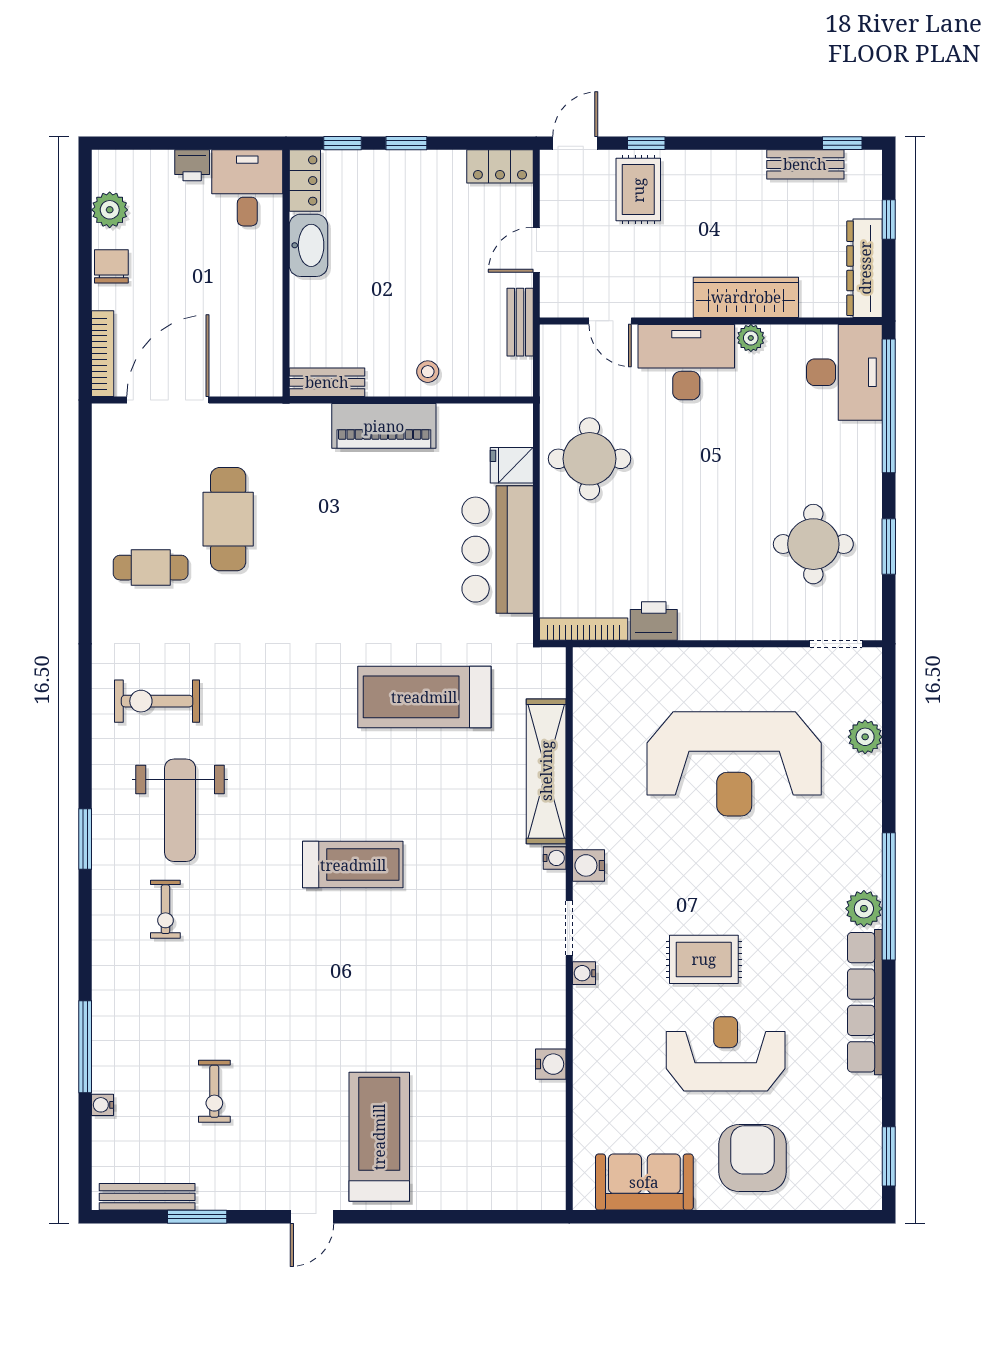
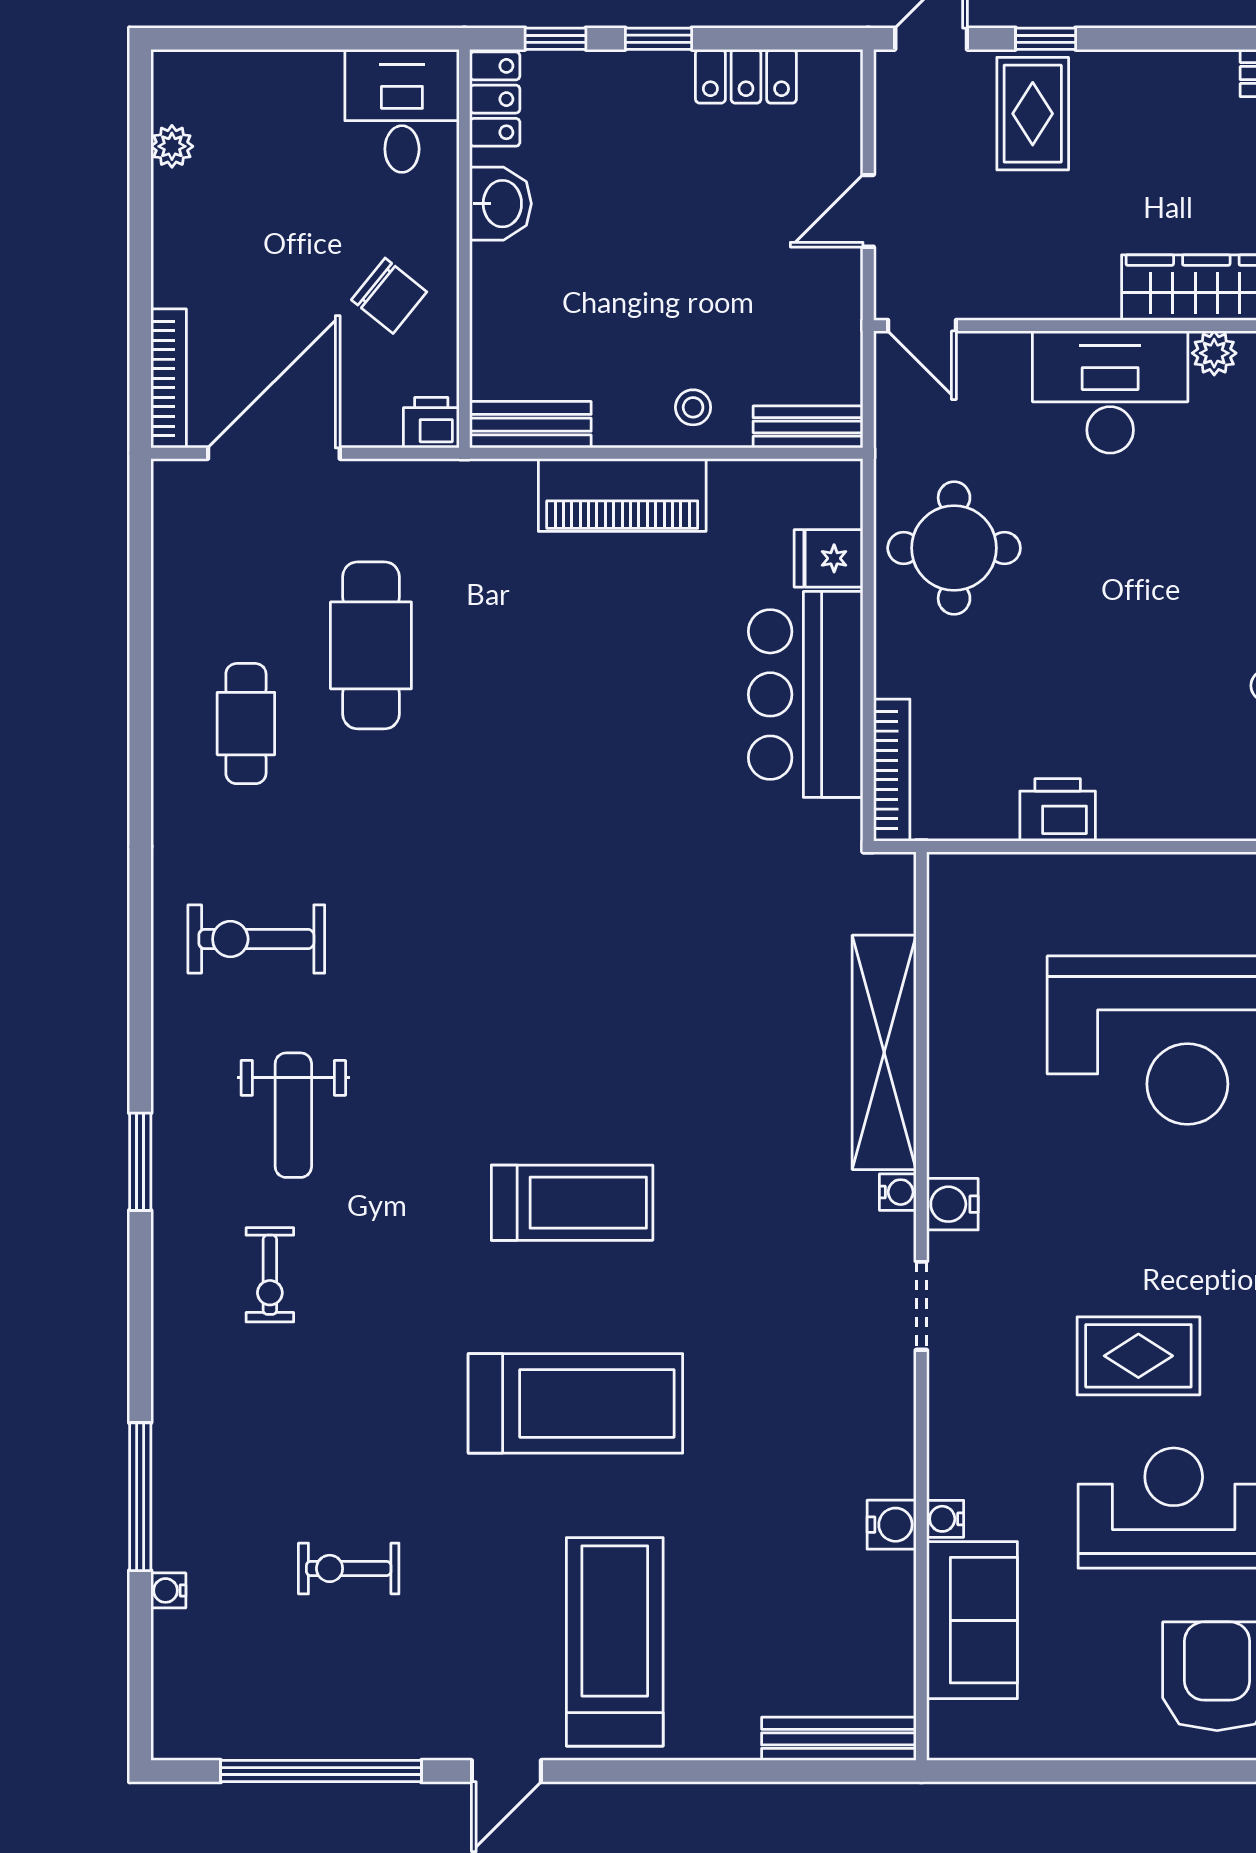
printer: (192, 165) -> (431, 423), moved, turned 180
locker: (500, 166) -> (746, 76), moved
plant: (110, 210) -> (172, 146), width x0.73, depth x0.73
washbasin: (308, 245) -> (501, 204), width x0.72
chair: (111, 266) -> (389, 296), moved, turned 129
door: (610, 321) -> (922, 326), moved
bench: (520, 322) -> (808, 427), moved, turned 90
cafe table: (151, 568) -> (246, 724), turned 90
bookcase: (584, 629) -> (892, 770), moved, turned 90
treadmill: (424, 697) -> (575, 1403), moved, turned 180
weight bench: (180, 810) -> (293, 1115), width x0.73, depth x0.75
water cooler: (584, 973) -> (945, 1519), moved
exercise bike: (214, 1091) -> (349, 1568), turned 90
sofa: (644, 1182) -> (972, 1620), moved, turned 90
bench: (147, 1197) -> (839, 1739), moved
window: (197, 1217) -> (321, 1771), width x2.11

